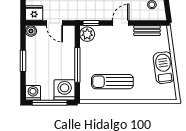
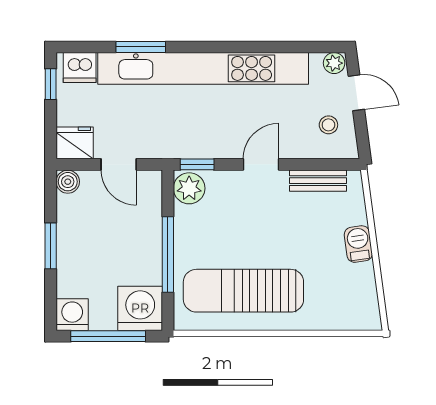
barbecue: (164, 68) -> (358, 244), width x0.53, depth x0.65
sun lounger: (112, 82) -> (243, 291), width x1.36, depth x1.34

